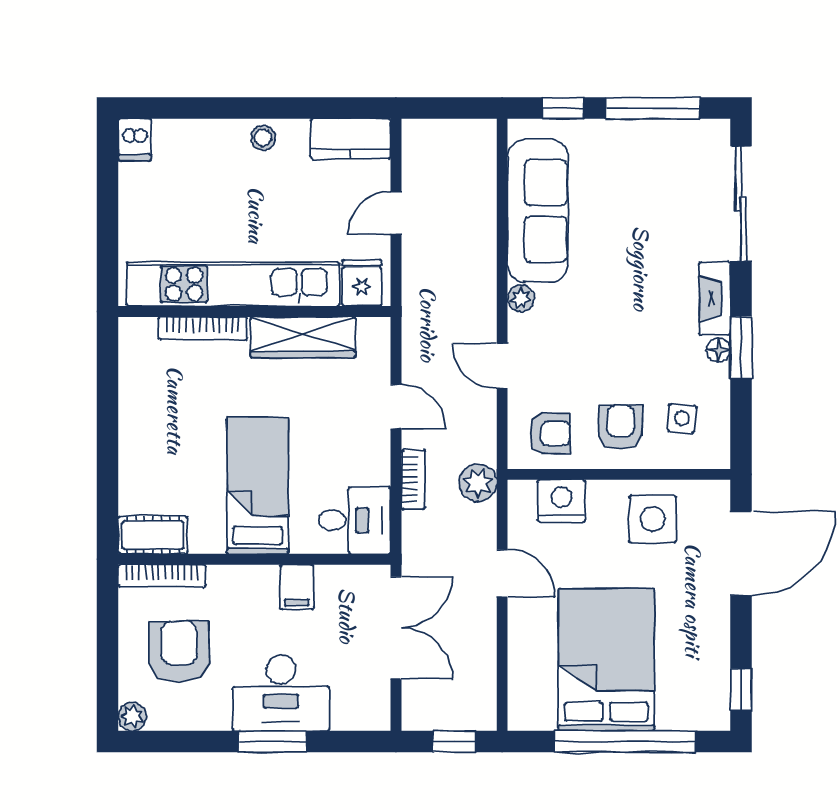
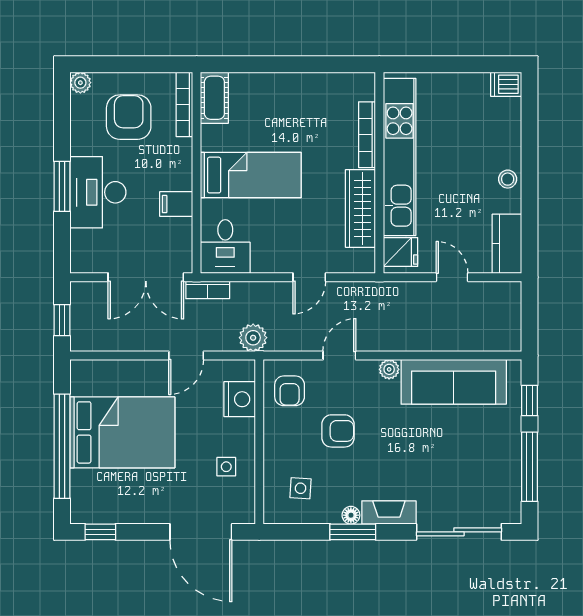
armchair: (621, 427) -> (338, 431), moved
bookcase: (413, 480) -> (208, 290), moved
side table: (653, 519) -> (226, 467), width x0.54, depth x0.54
armchair: (179, 651) -> (129, 117), turned -90

